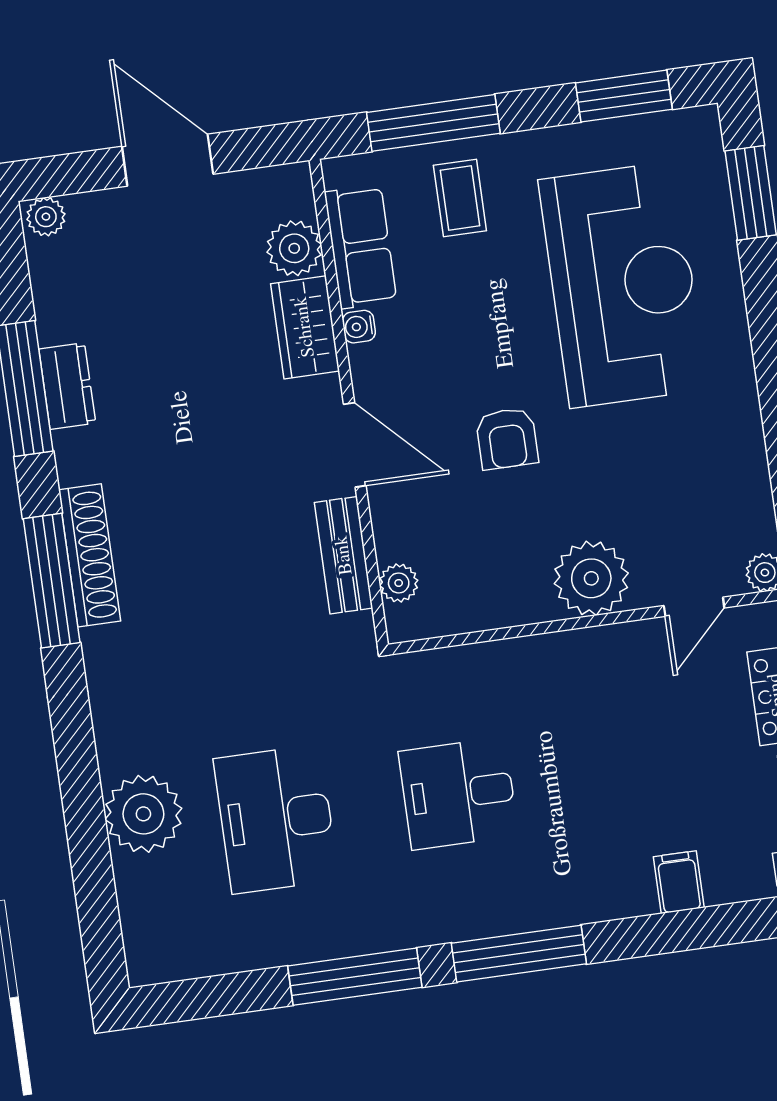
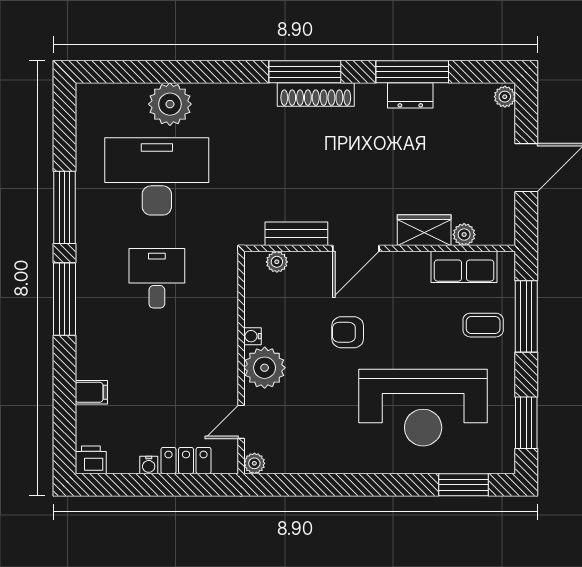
plant: (294, 248) -> (464, 235), width x0.73, depth x0.73
water cooler: (359, 327) -> (252, 336), moved, turned -90
door: (694, 607) -> (241, 422), hinge flipped
desk: (276, 819) -> (157, 176), width x1.36, depth x1.30

